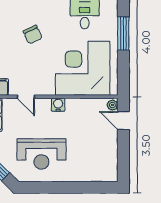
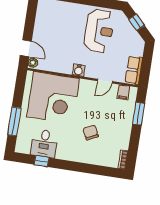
door: (26, 97) -> (105, 81), swing flipped
reception desk: (41, 154) -> (99, 31), turned 90

